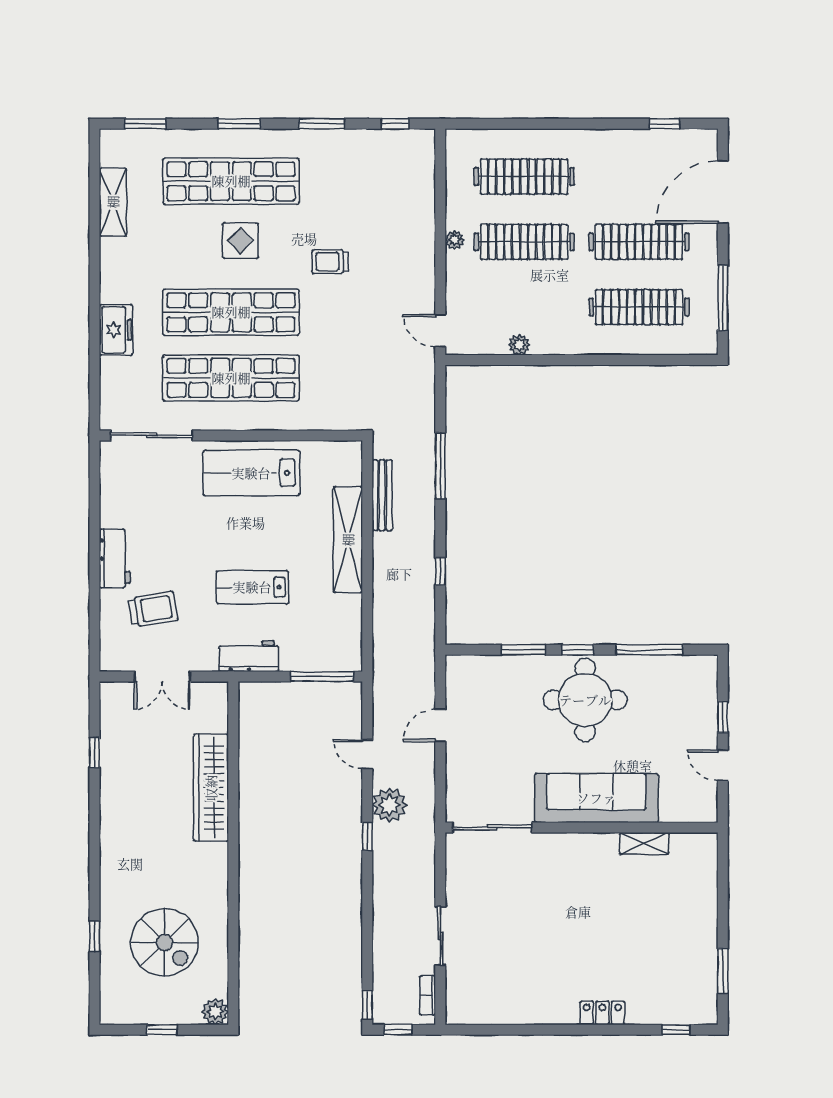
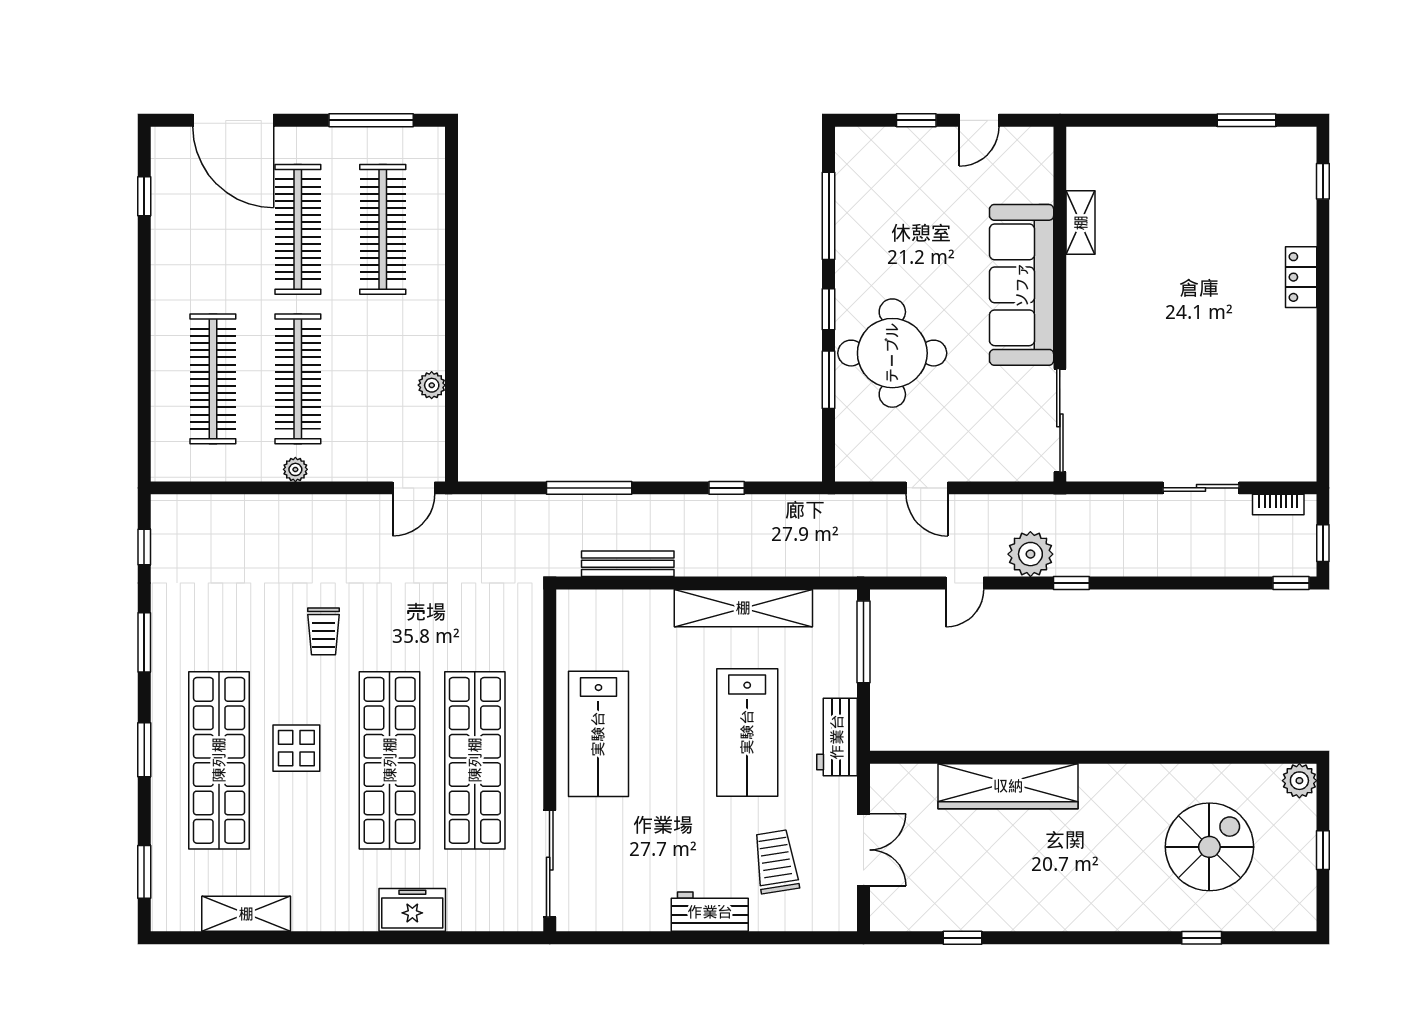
shelving: (348, 540) -> (743, 608), moved
lab bench: (252, 587) -> (747, 732), width x1.36, depth x1.39
round table: (585, 700) -> (892, 353), moved

